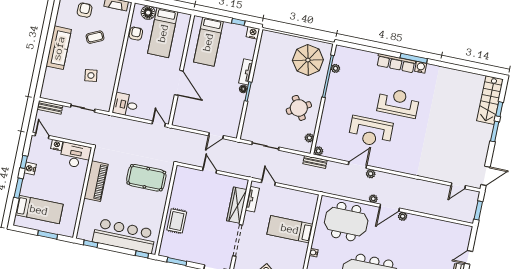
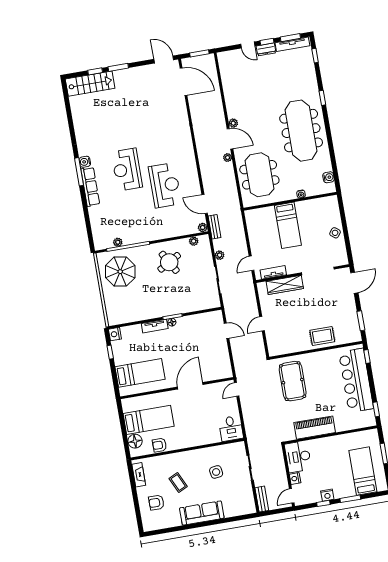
door: (358, 165) -> (205, 204), moved
plant: (371, 174) -> (220, 255), moved
door: (458, 186) -> (183, 82), width x1.88

